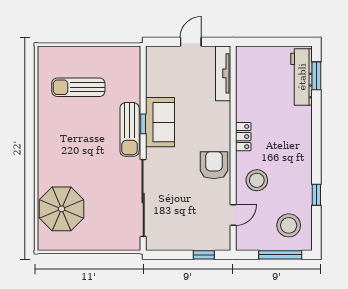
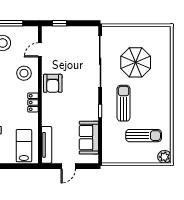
plant: (47, 56) -> (164, 157), added
lab bench: (257, 72) -> (24, 146), added
sofa: (160, 122) -> (89, 138), moved
sun lounger: (130, 129) -> (124, 103), moved
parasol: (62, 209) -> (136, 62), moved

